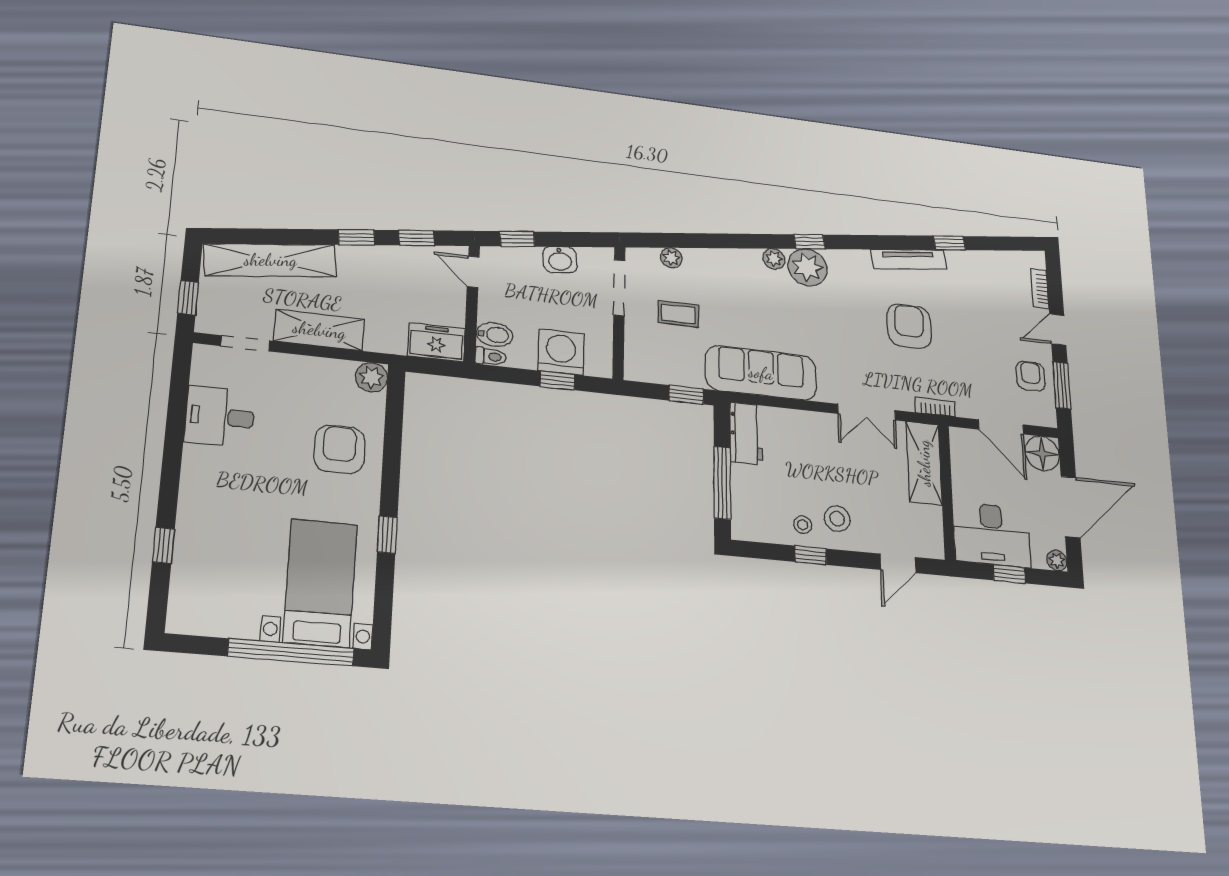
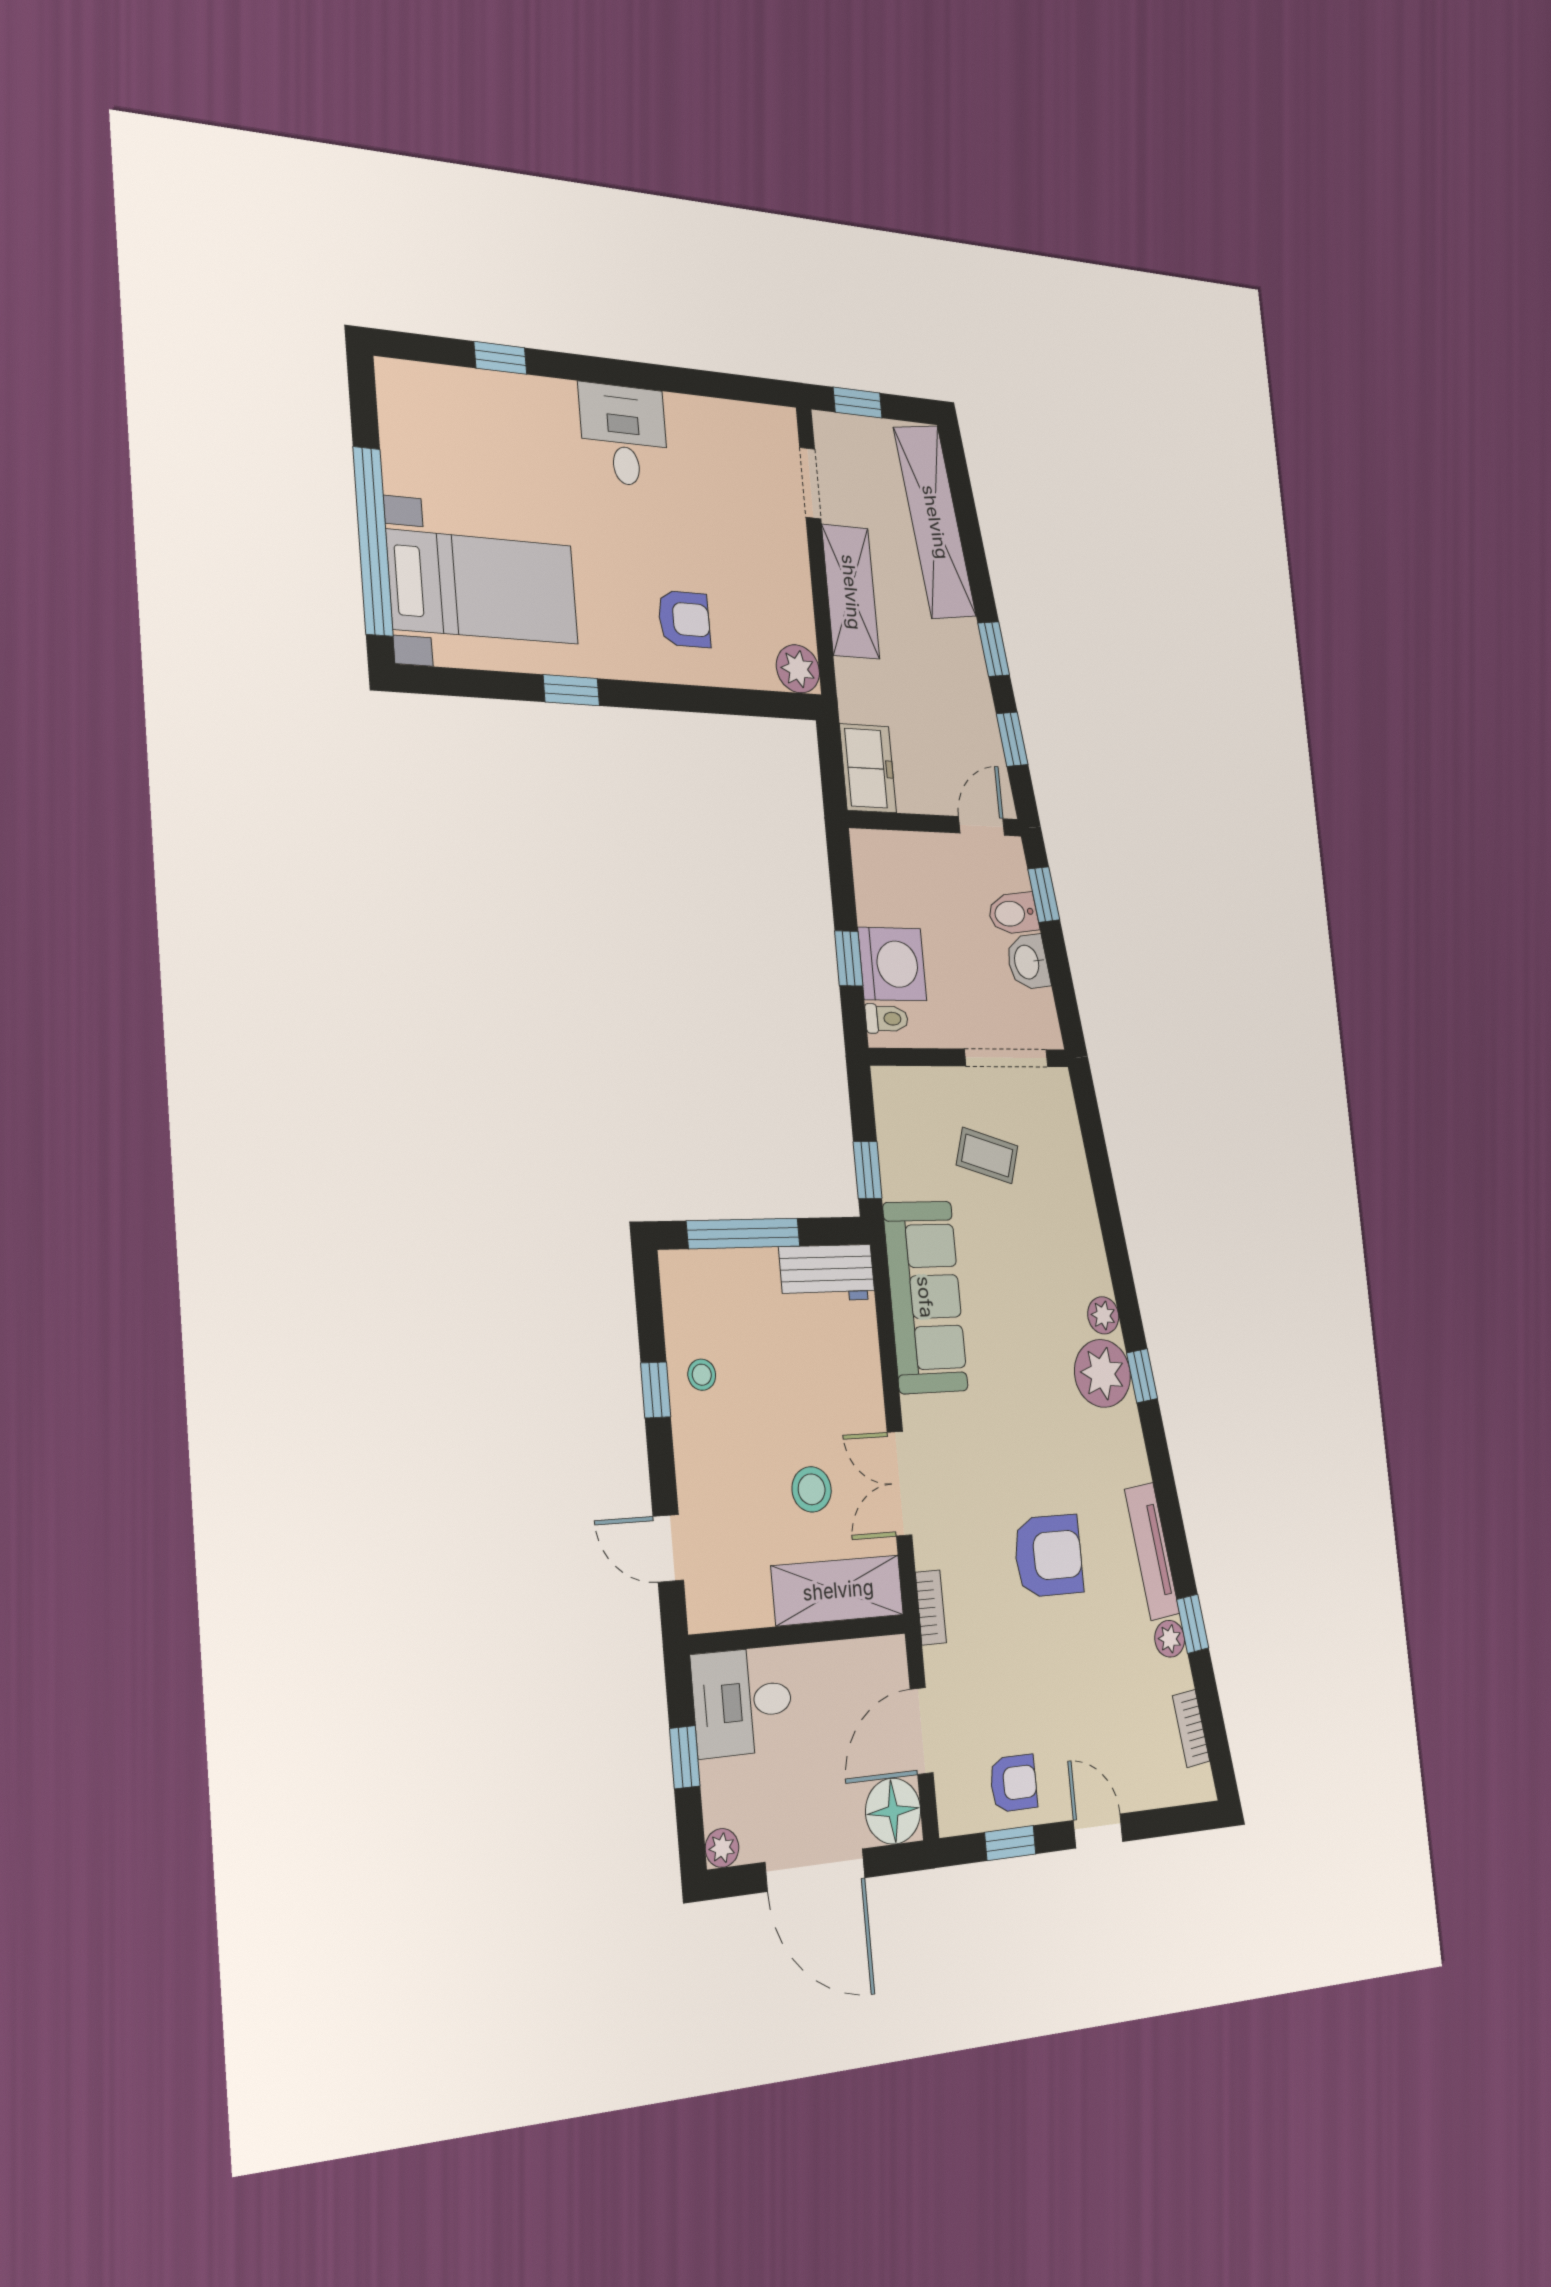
plant: (671, 258) -> (1170, 1639), moved
bookcase: (1040, 289) -> (1191, 1728), moved, turned -97
coffee table: (678, 314) -> (987, 1155), turned -73
bidet: (495, 335) -> (1013, 913), moved, turned 83
toilet: (491, 357) -> (887, 1019), moved, turned -90
window: (1062, 385) -> (1010, 1843), width x0.67
desk: (220, 417) -> (624, 435), moved
armchair: (339, 449) -> (684, 619), width x0.72, depth x0.72
stool: (837, 519) -> (812, 1489), moved
desk: (992, 535) -> (743, 1702), width x0.73

